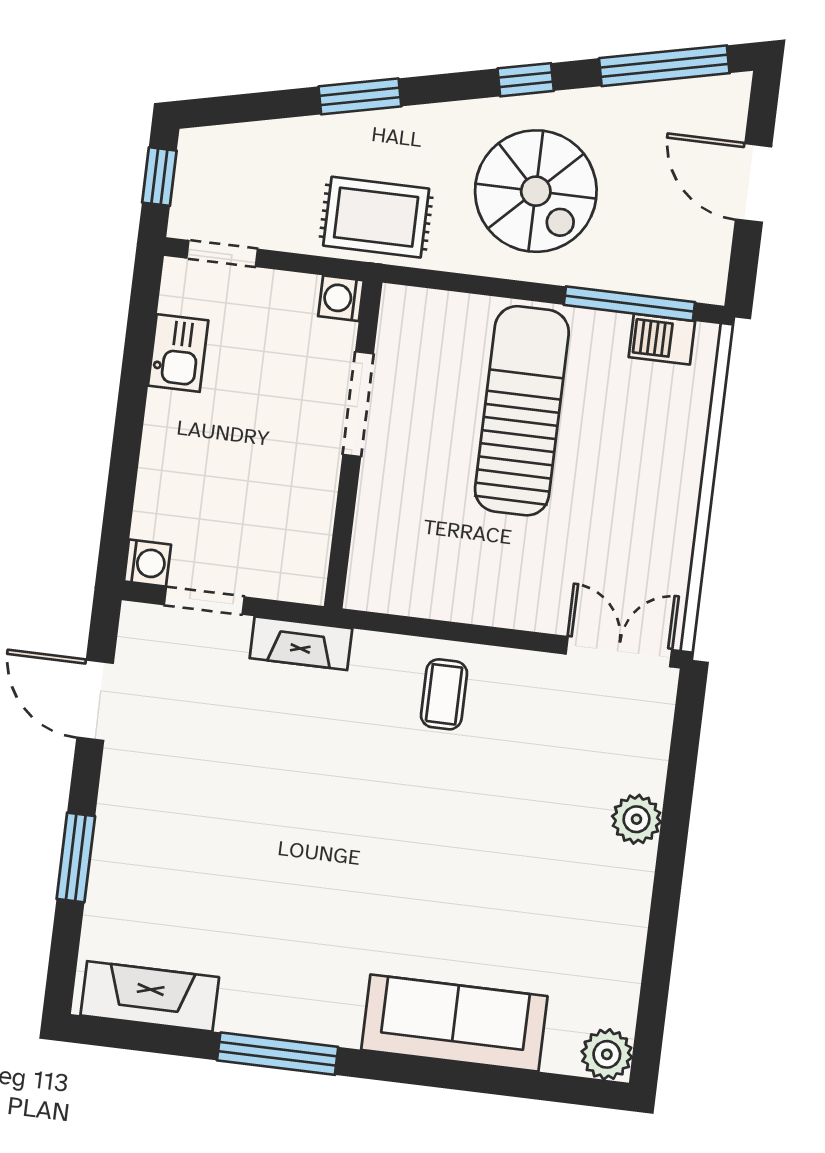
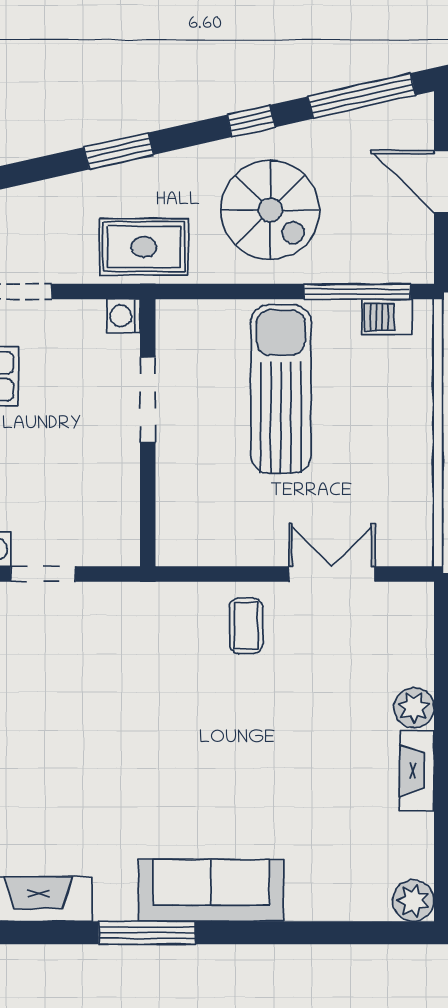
fireplace: (301, 643) -> (417, 771), moved, turned 90
double door: (619, 652) -> (332, 574), moved
sofa: (454, 1023) -> (211, 890), moved

